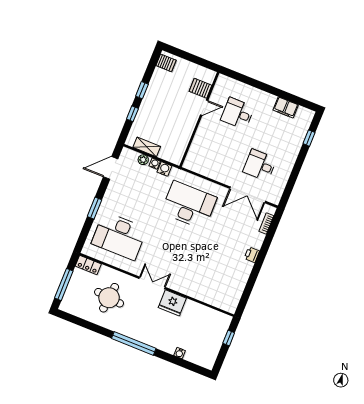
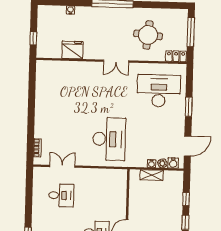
shelving: (147, 147) -> (152, 175), moved
water cooler: (164, 169) -> (173, 163), moved
double door: (248, 195) -> (62, 166), width x0.73
desk: (189, 205) -> (109, 139), turned -90
printer: (252, 255) -> (40, 117), removed
fridge: (172, 303) -> (72, 50), moved

